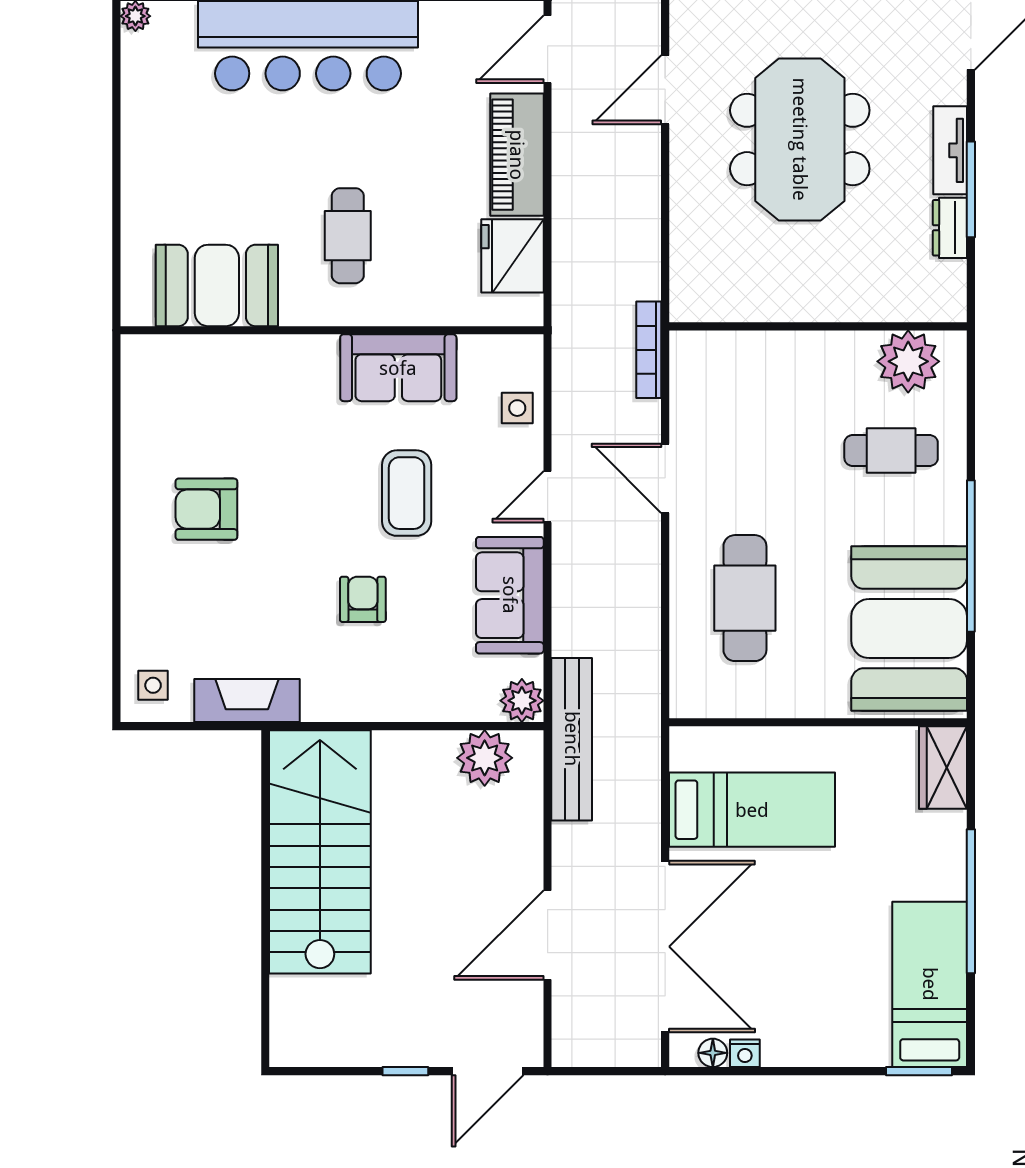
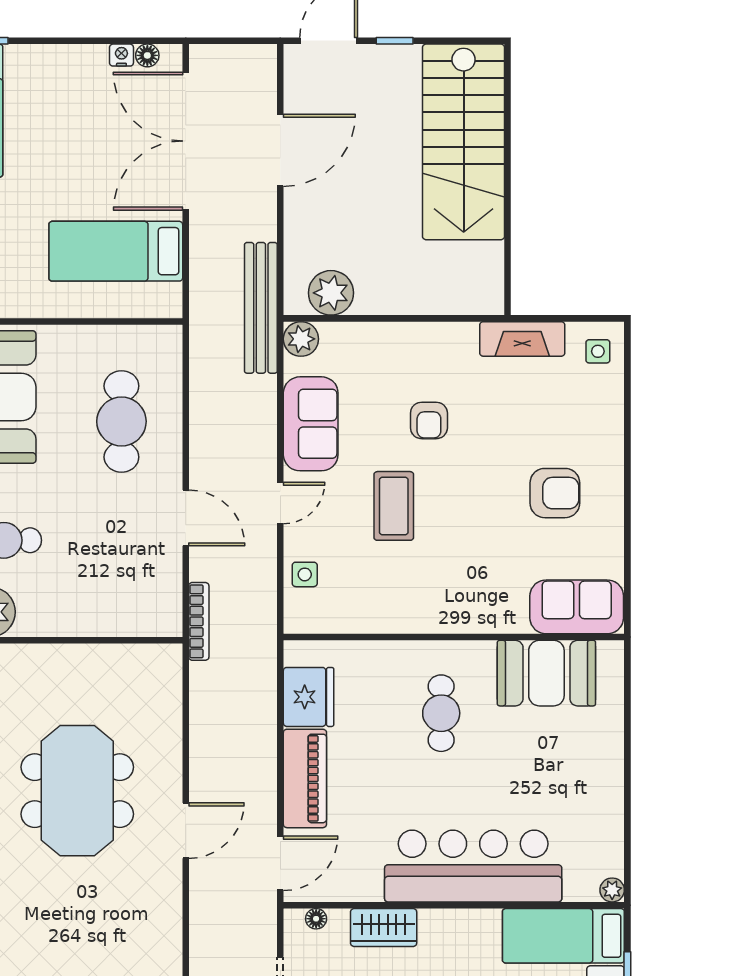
sofa: (398, 368) -> (577, 607), moved
stairs: (320, 852) -> (464, 142), moved

